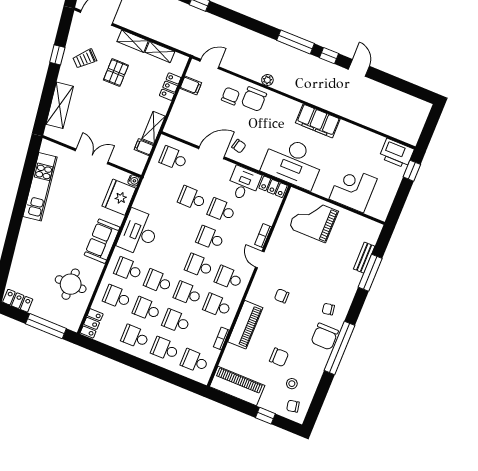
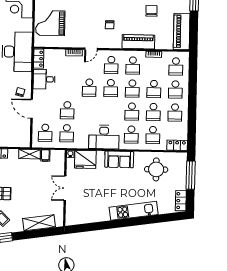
kitchen unit: (40, 187) -> (134, 211), moved
school desk: (221, 210) -> (67, 133), moved
grand piano: (314, 220) -> (50, 23), turned 90

